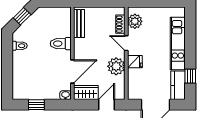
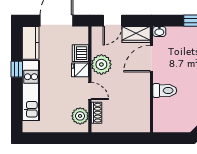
bench: (79, 24) -> (144, 113), removed
dishwasher: (135, 76) -> (80, 53), added
window: (190, 76) -> (17, 69), moved

